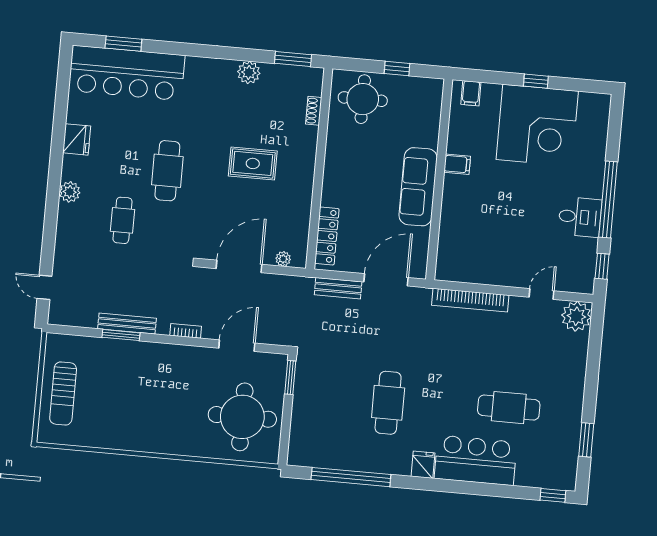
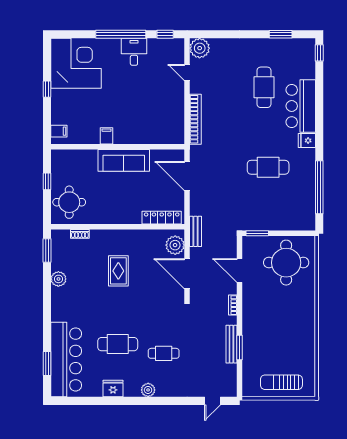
corner desk: (537, 125) -> (76, 63), moved
cafe table: (167, 171) -> (118, 344), moved
plant: (283, 259) -> (175, 245), width x1.88, depth x1.88
bench: (338, 288) -> (196, 231), moved
sun lounger: (63, 394) -> (281, 382), turned 180

